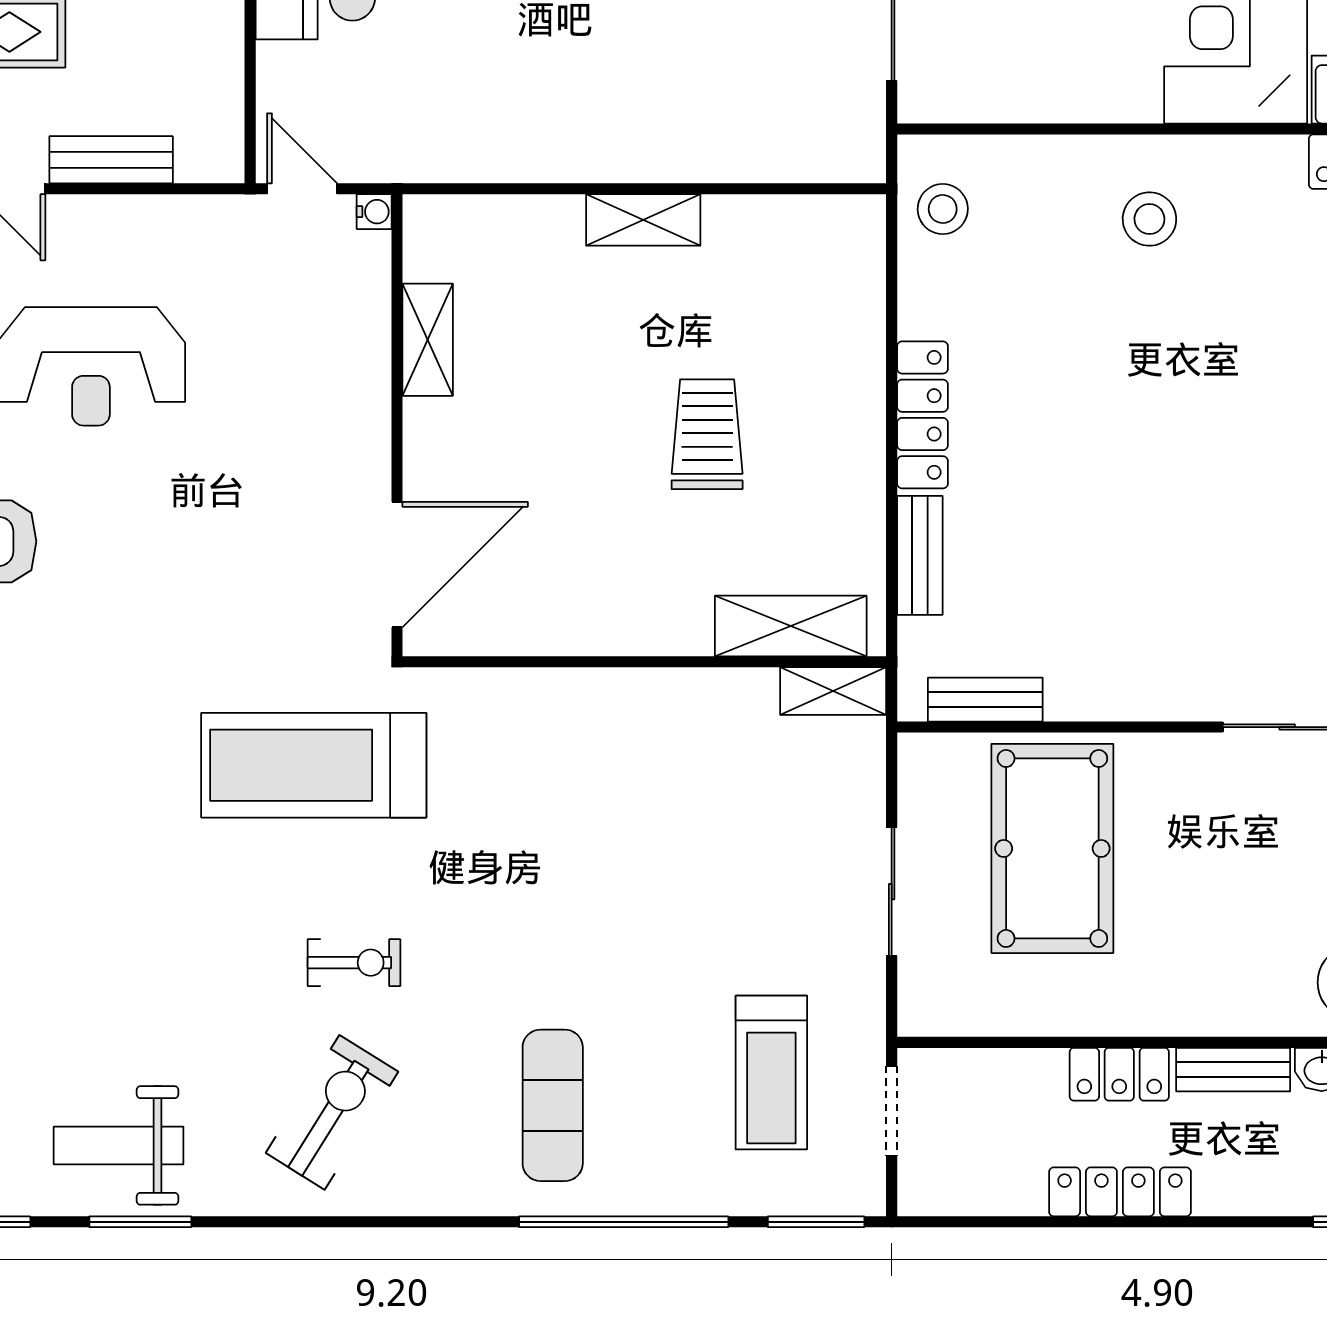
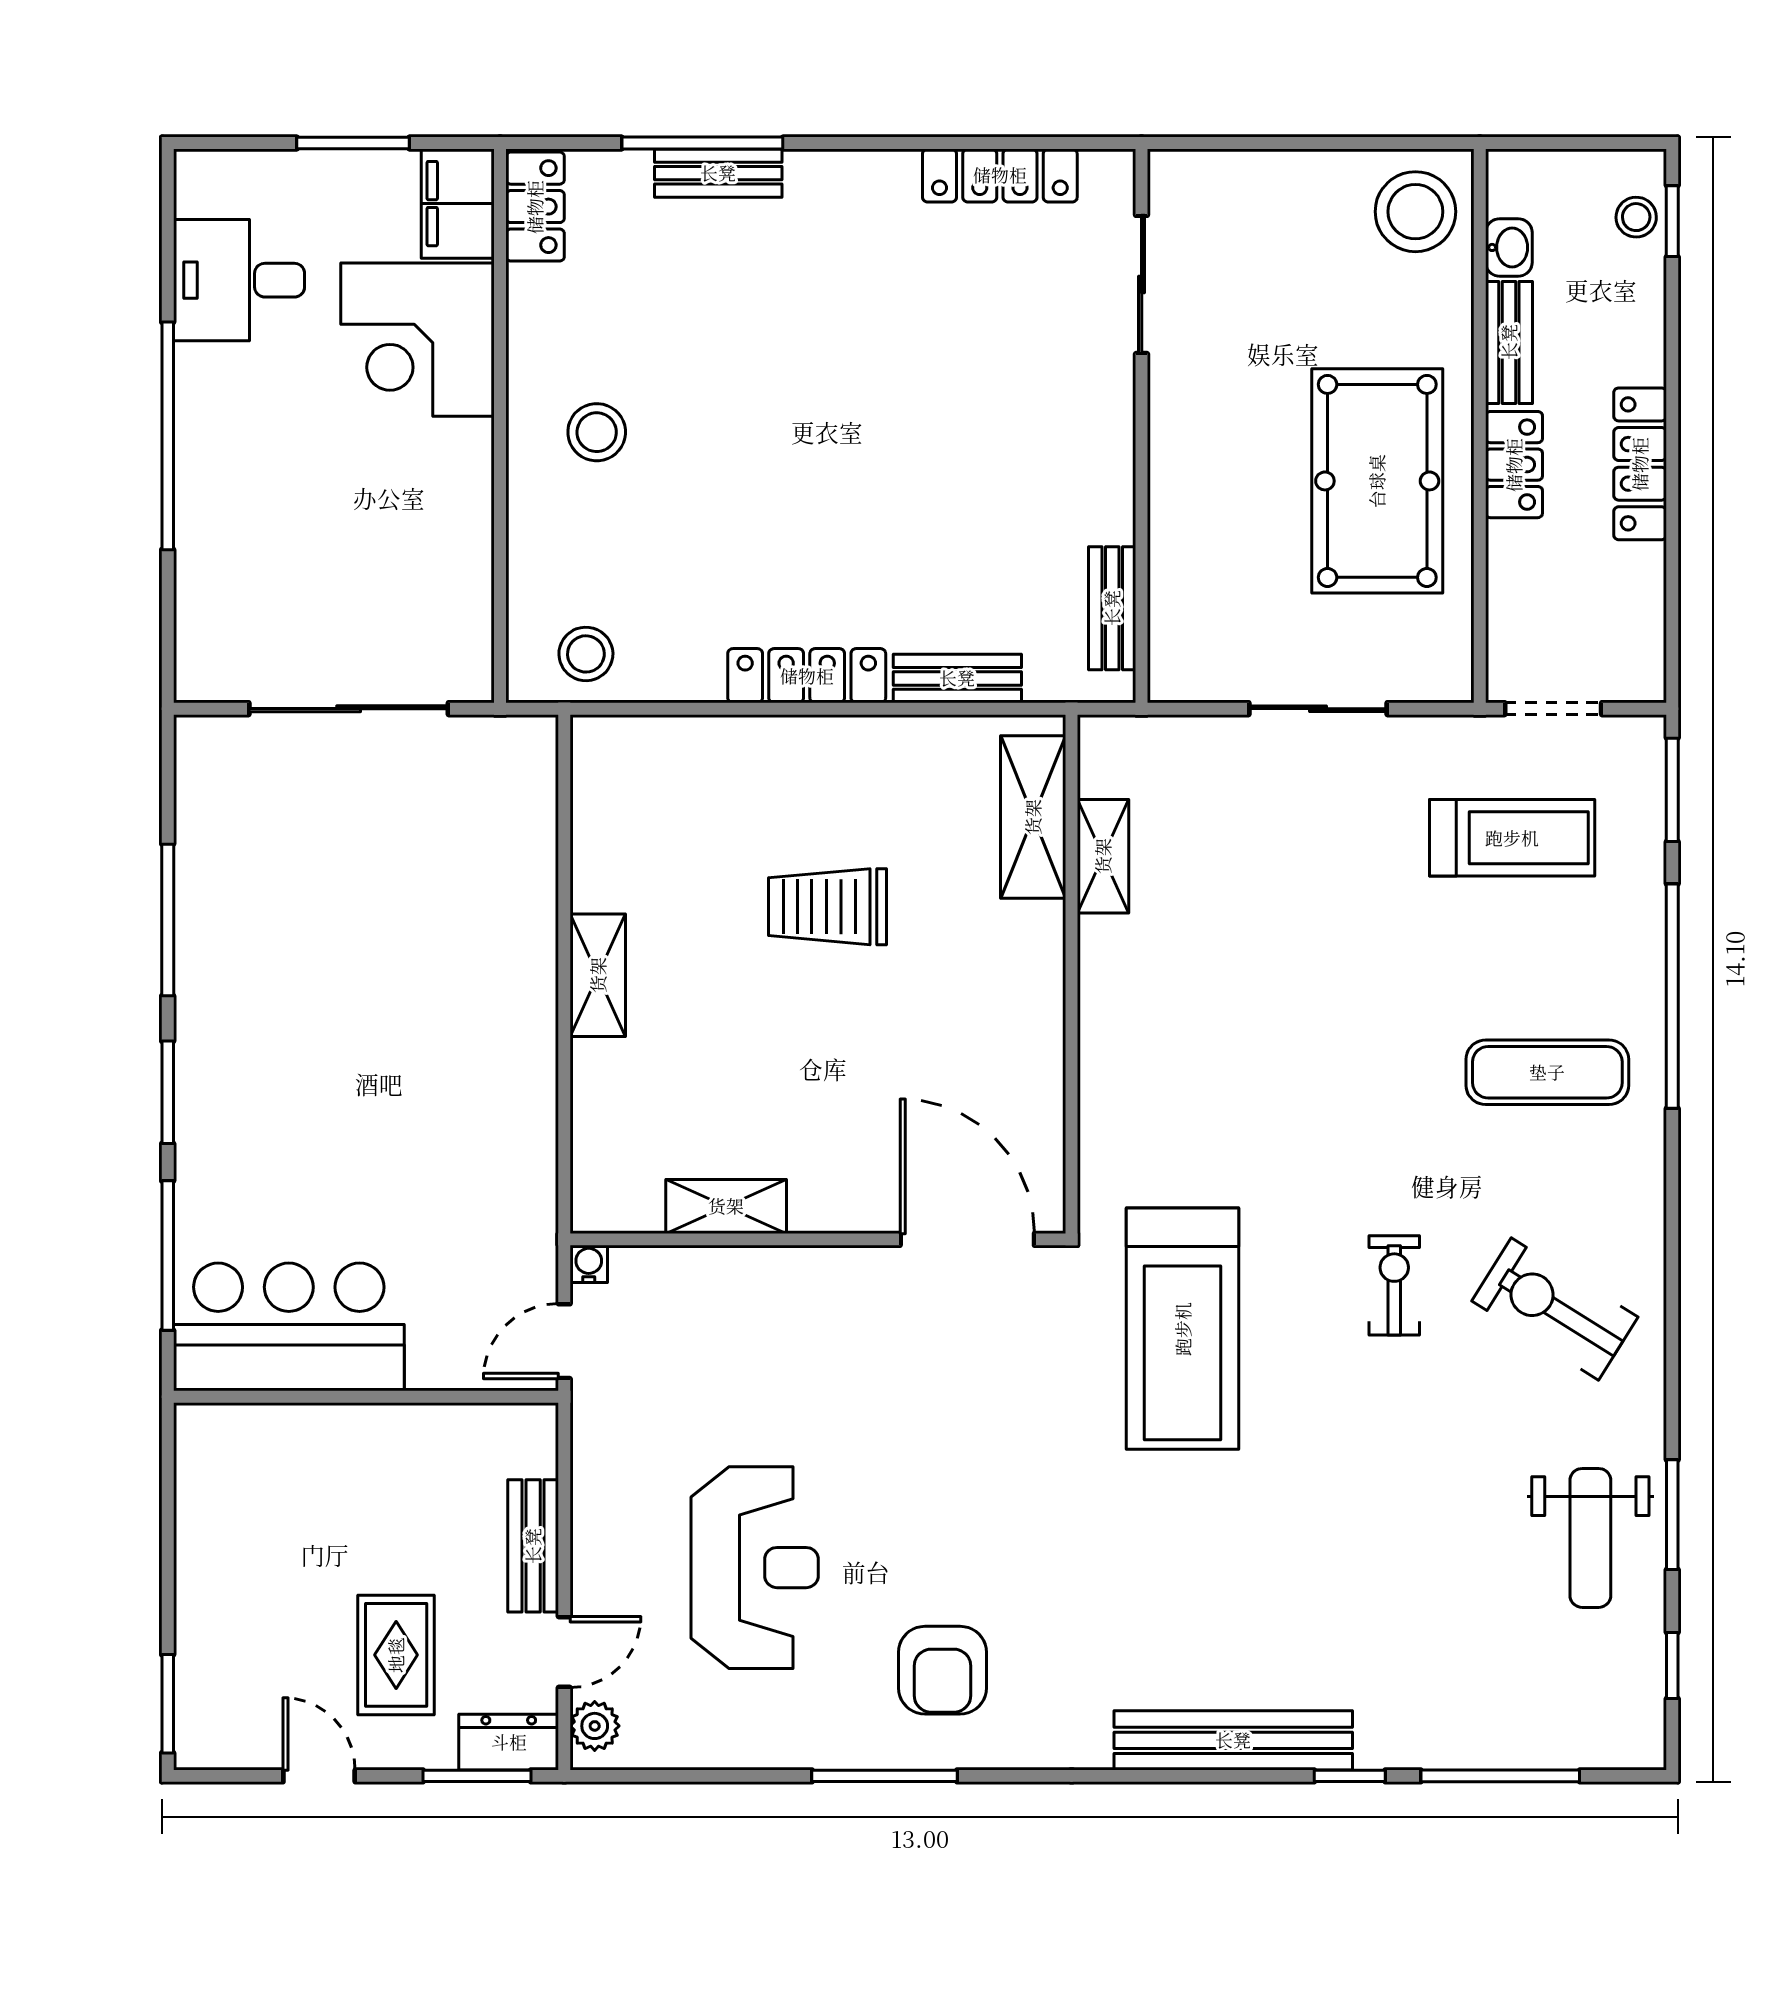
shelving: (833, 691) -> (1103, 856), moved
pool table: (1052, 848) -> (1377, 481), moved, turned 90

